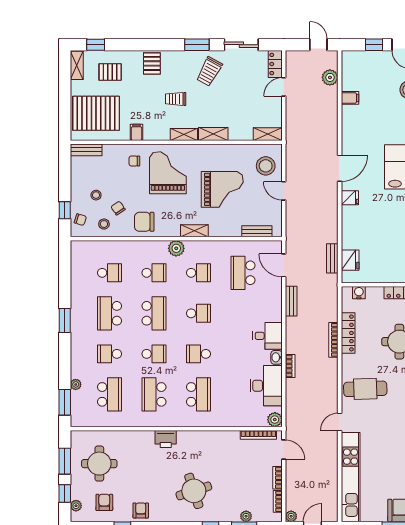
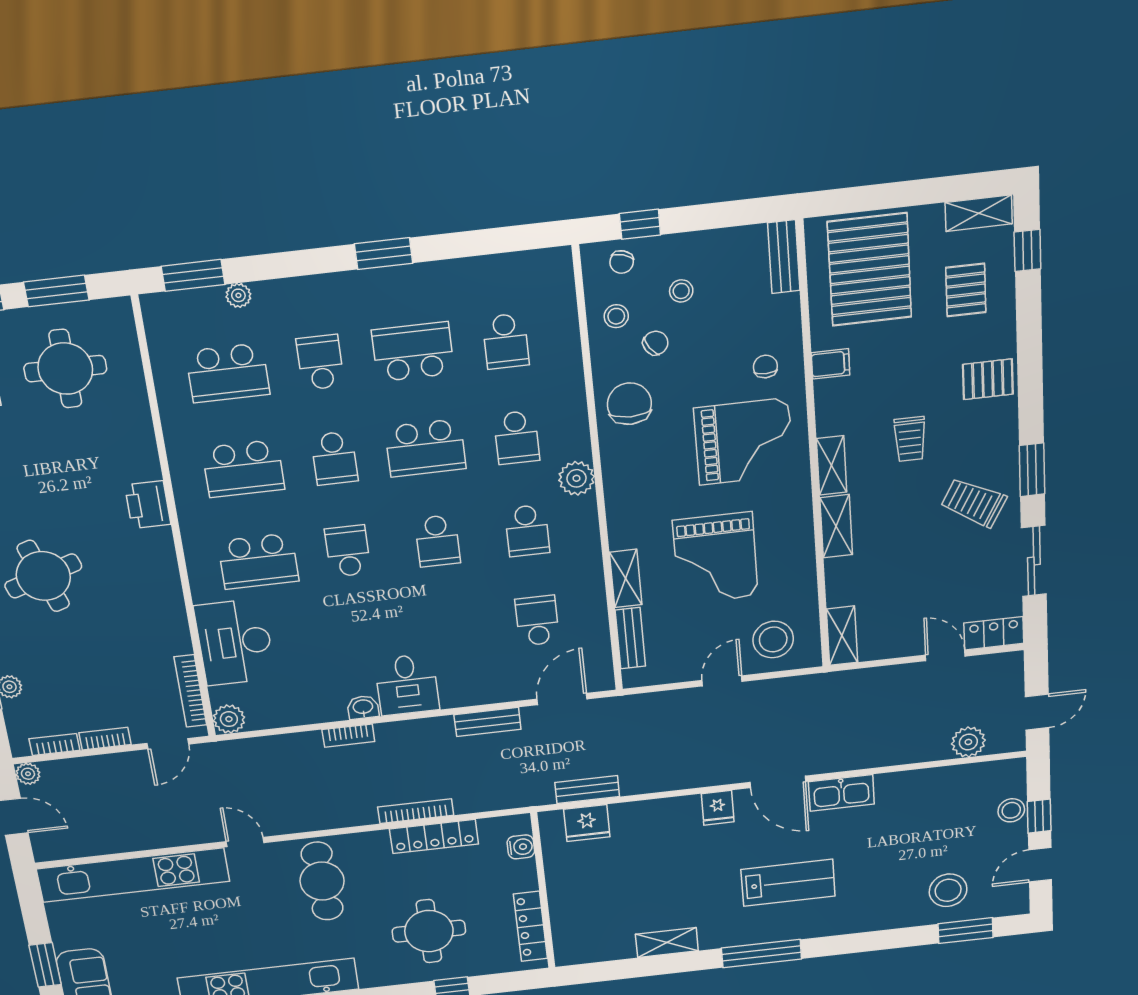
stool: (369, 58) -> (1011, 810), added
filing cabinet: (350, 98) -> (927, 784), removed
trolley: (176, 99) -> (910, 439), turned 180
kitchen sink: (349, 139) -> (841, 793), added
shelving: (194, 231) -> (626, 578), moved
school desk: (243, 273) -> (537, 621), width x0.54
desk: (266, 386) -> (235, 642), moved, turned 90
school desk: (154, 394) -> (243, 469), turned 180

